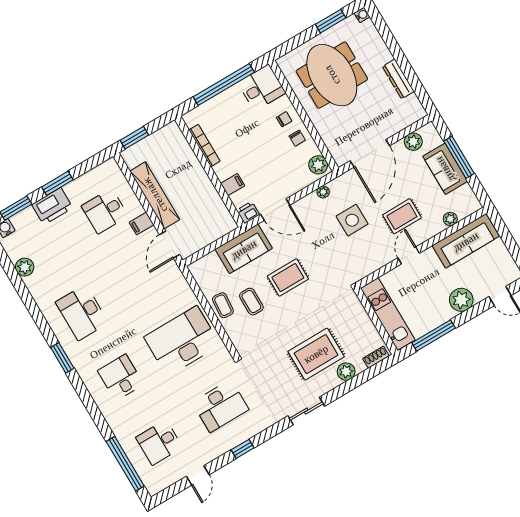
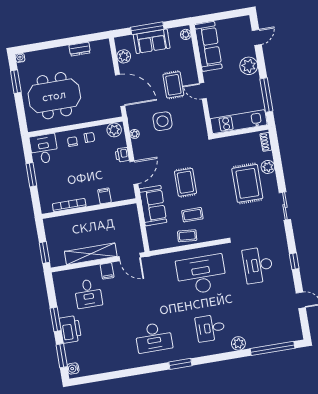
dresser: (398, 79) -> (80, 49), width x0.70
window: (224, 85) -> (31, 175), width x0.47
printer: (248, 212) -> (122, 155), moved
plant: (450, 219) -> (186, 34), moved
plant: (25, 267) -> (238, 343), moved
desk: (182, 341) -> (201, 275), turned 90
desk: (221, 406) -> (258, 265), turned 180
desk: (159, 442) -> (267, 319), removed

